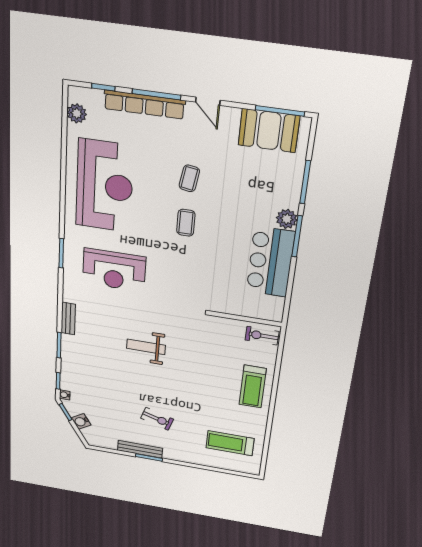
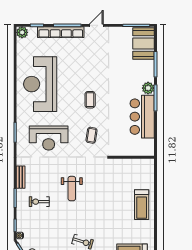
door: (208, 101) -> (96, 25), swing flipped
plant: (77, 113) -> (22, 32), moved
booth: (269, 131) -> (144, 43), moved, turned 90
coffee table: (189, 178) -> (91, 135), moved
reception desk: (104, 186) -> (40, 84), turned 180
exercise bike: (262, 336) -> (39, 202), moved
weight bench: (146, 347) -> (72, 189), turned -90

